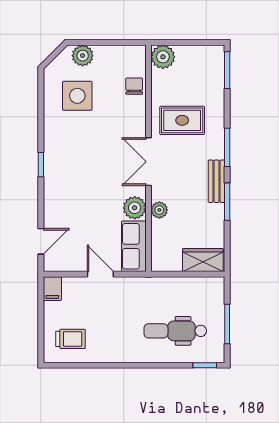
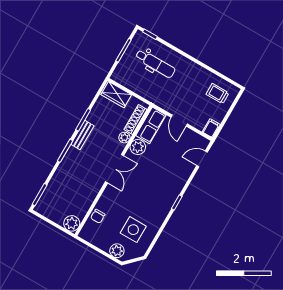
rug: (182, 120) -> (82, 181), removed
shoe rack: (159, 242) -> (136, 120), added

